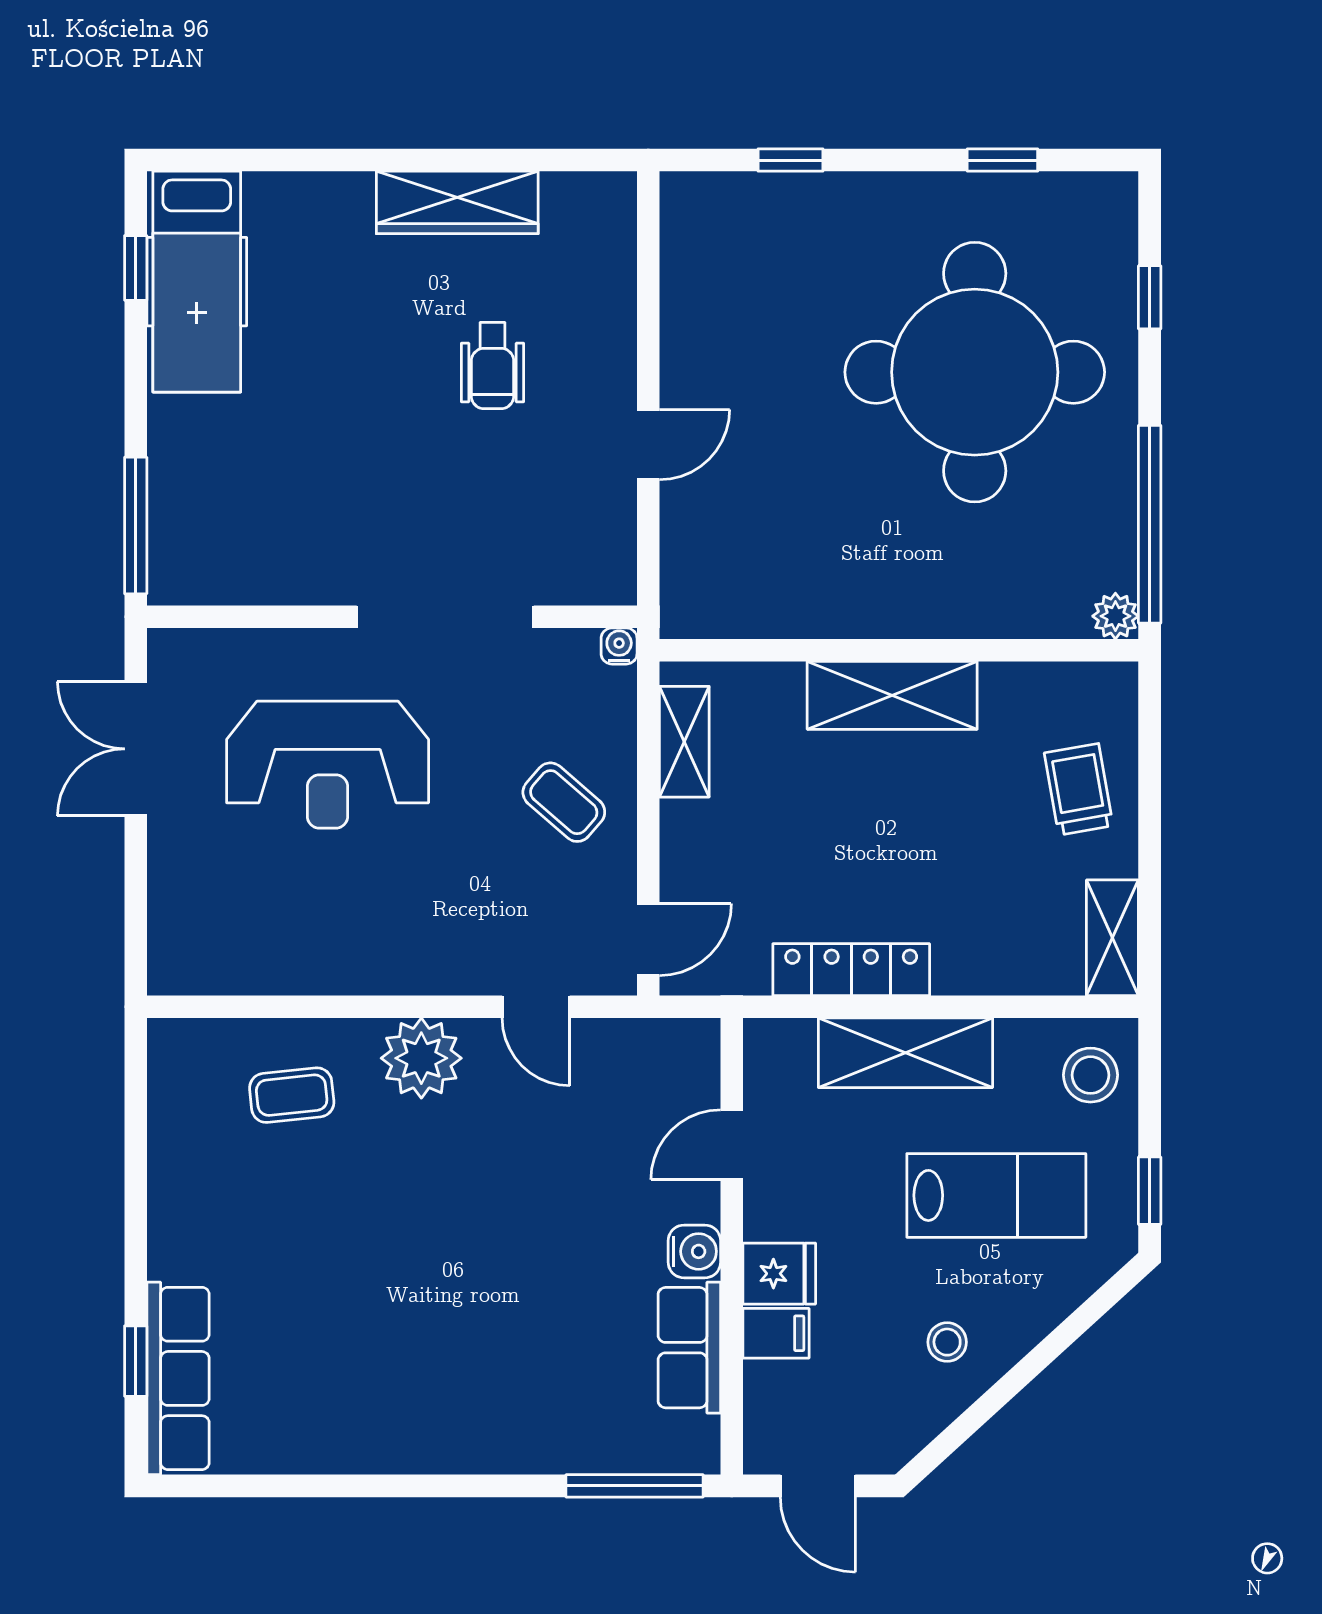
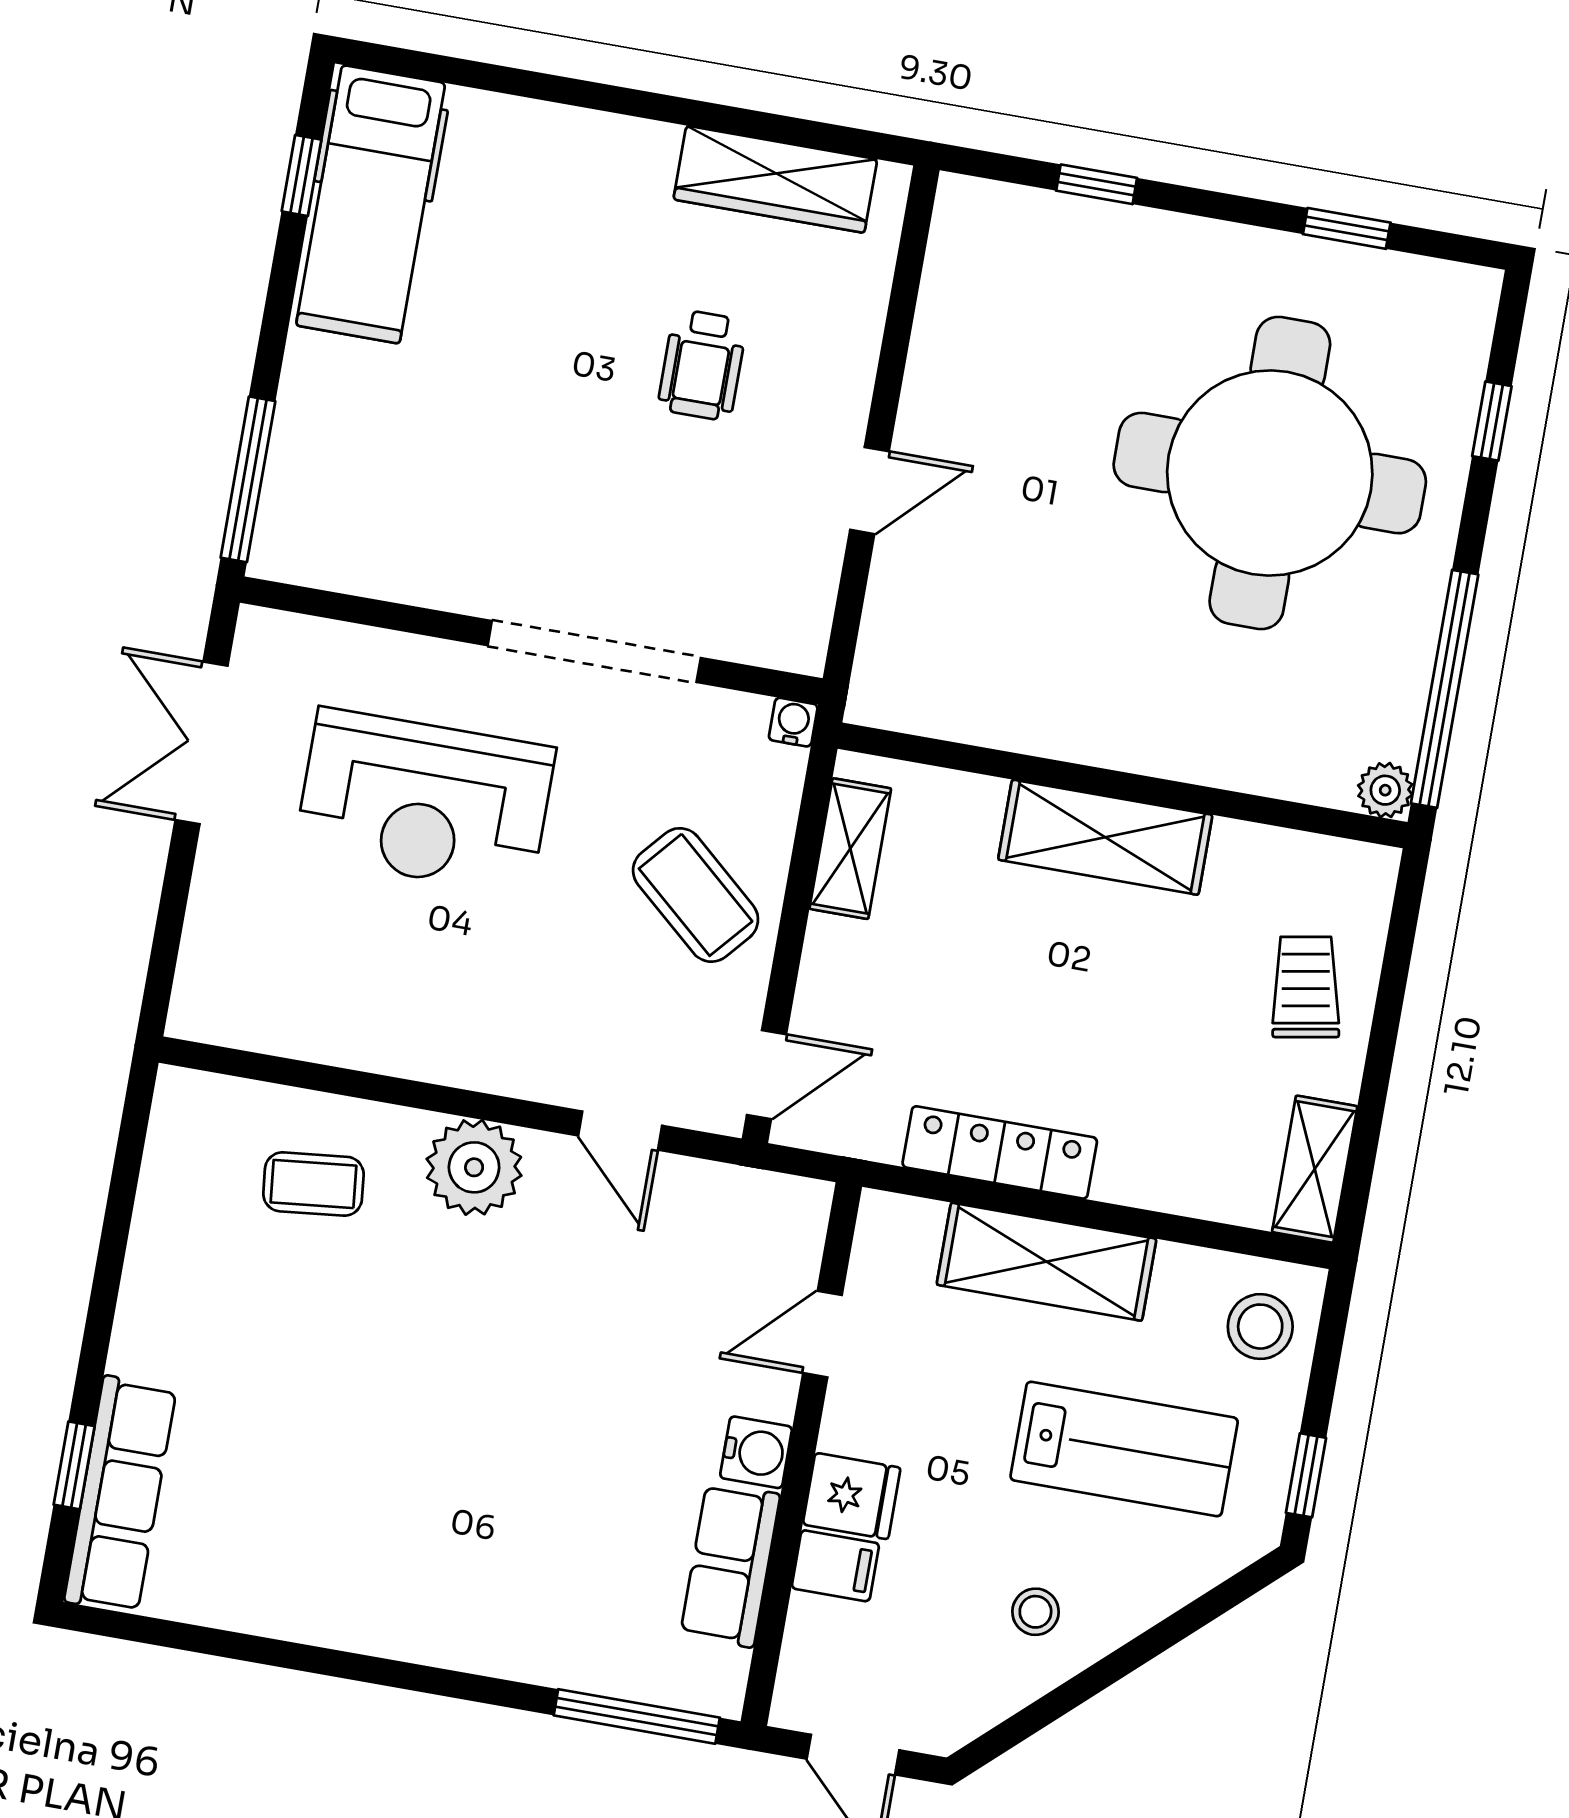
wardrobe: (457, 202) -> (775, 179), moved
coffee table: (564, 802) -> (696, 895), width x1.36, depth x1.30

